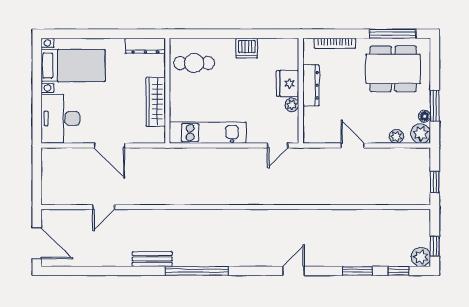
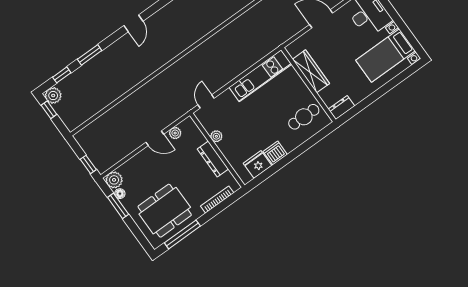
dresser: (145, 46) -> (341, 107), width x0.70
fridge: (288, 83) -> (257, 164), moved, turned -90
plant: (396, 136) -> (175, 133), moved
window: (435, 182) -> (88, 164), moved

